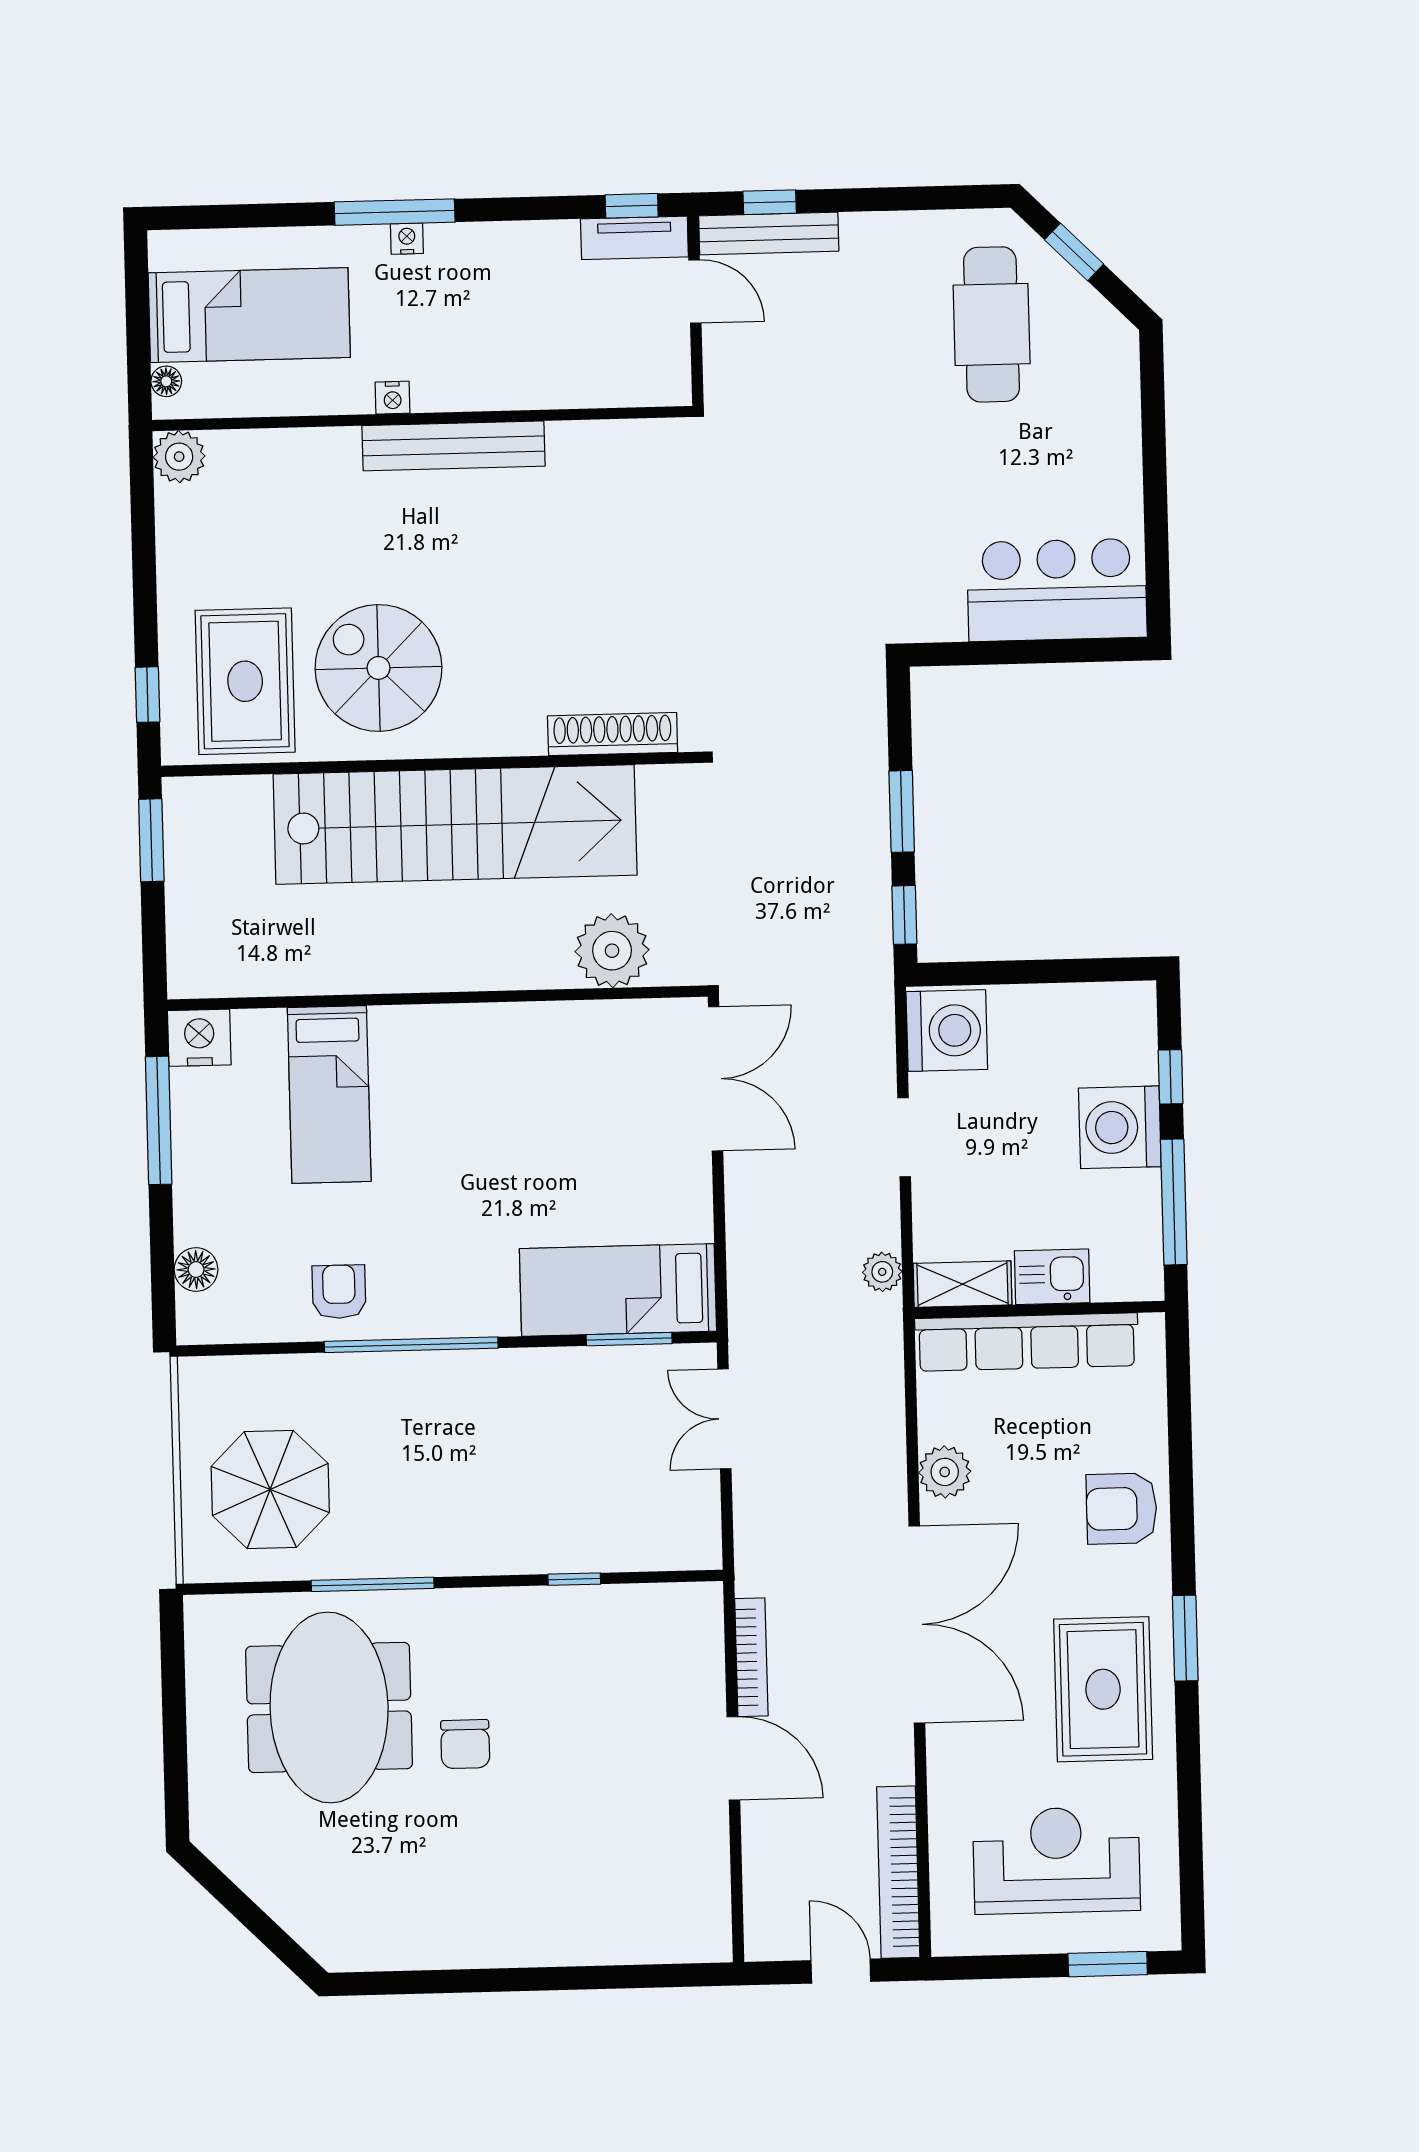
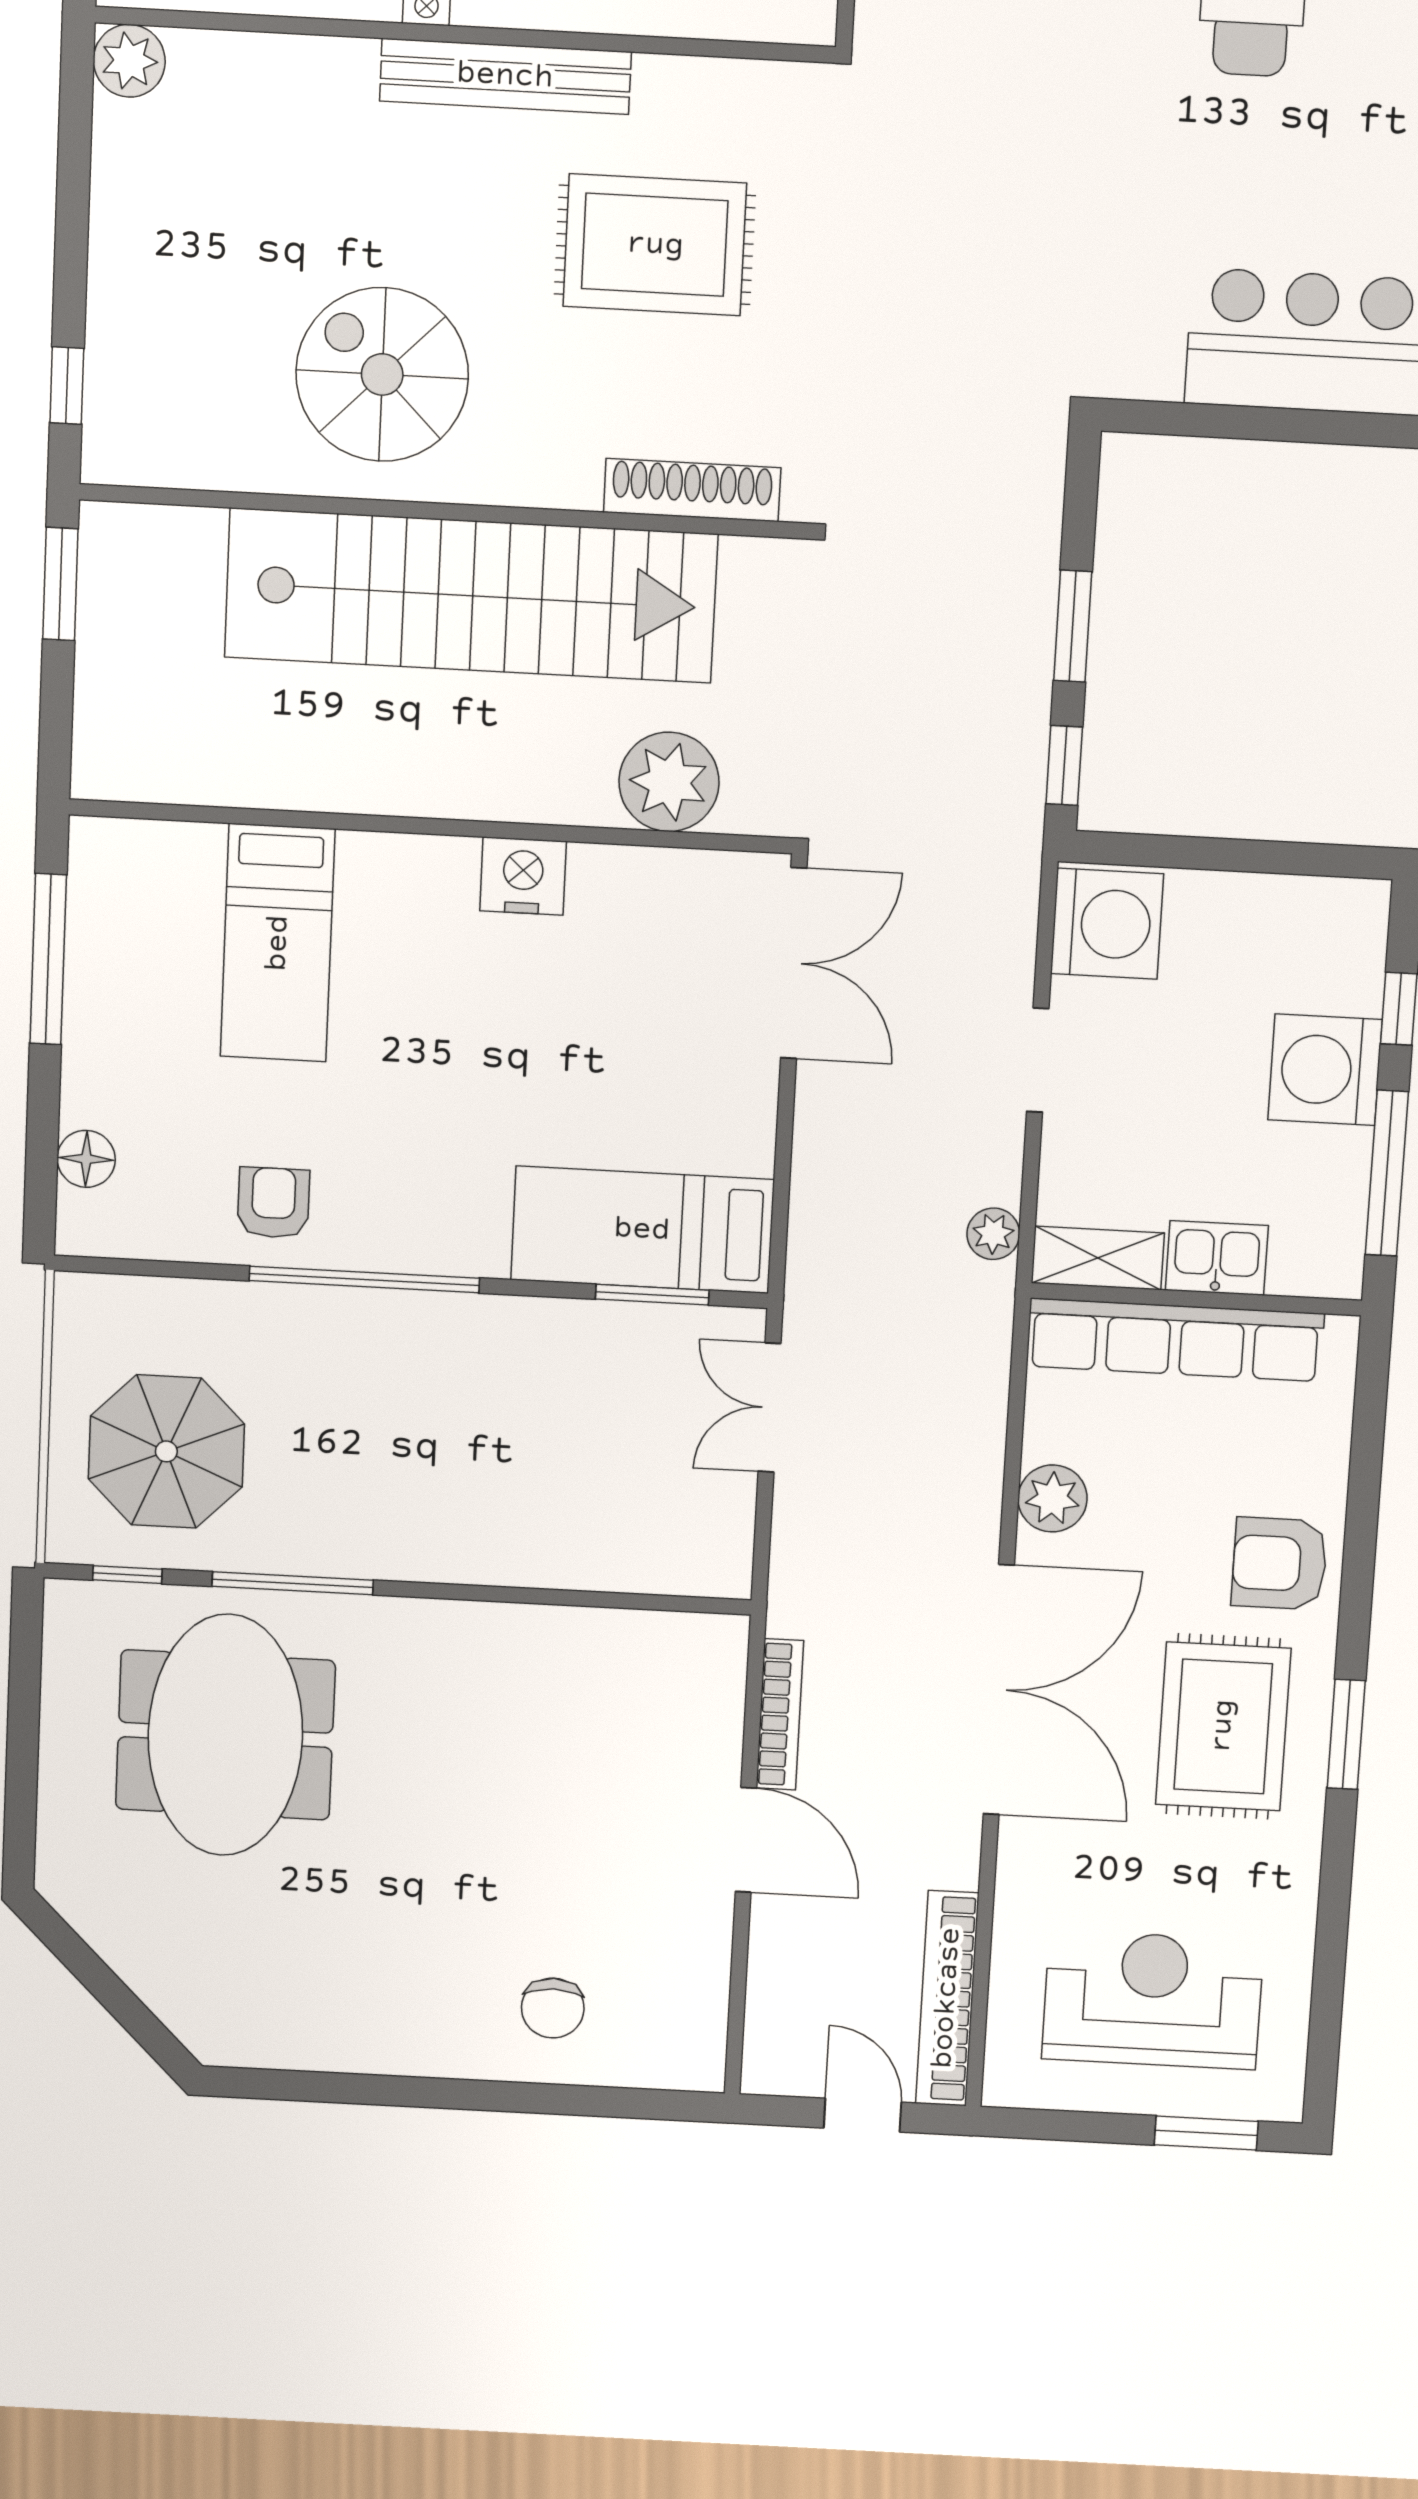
rug: (245, 681) -> (655, 245), moved, turned 90
nightstand: (199, 1038) -> (523, 876), moved
window: (574, 1579) -> (127, 1575), moved
rug: (1103, 1689) -> (1223, 1726), moved
chair: (465, 1744) -> (553, 2008), moved

